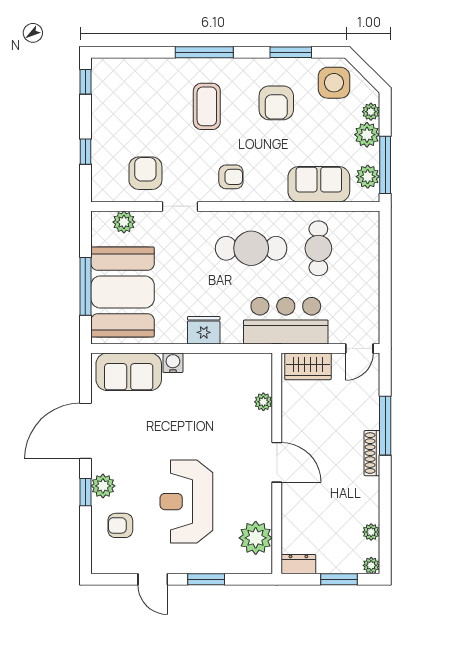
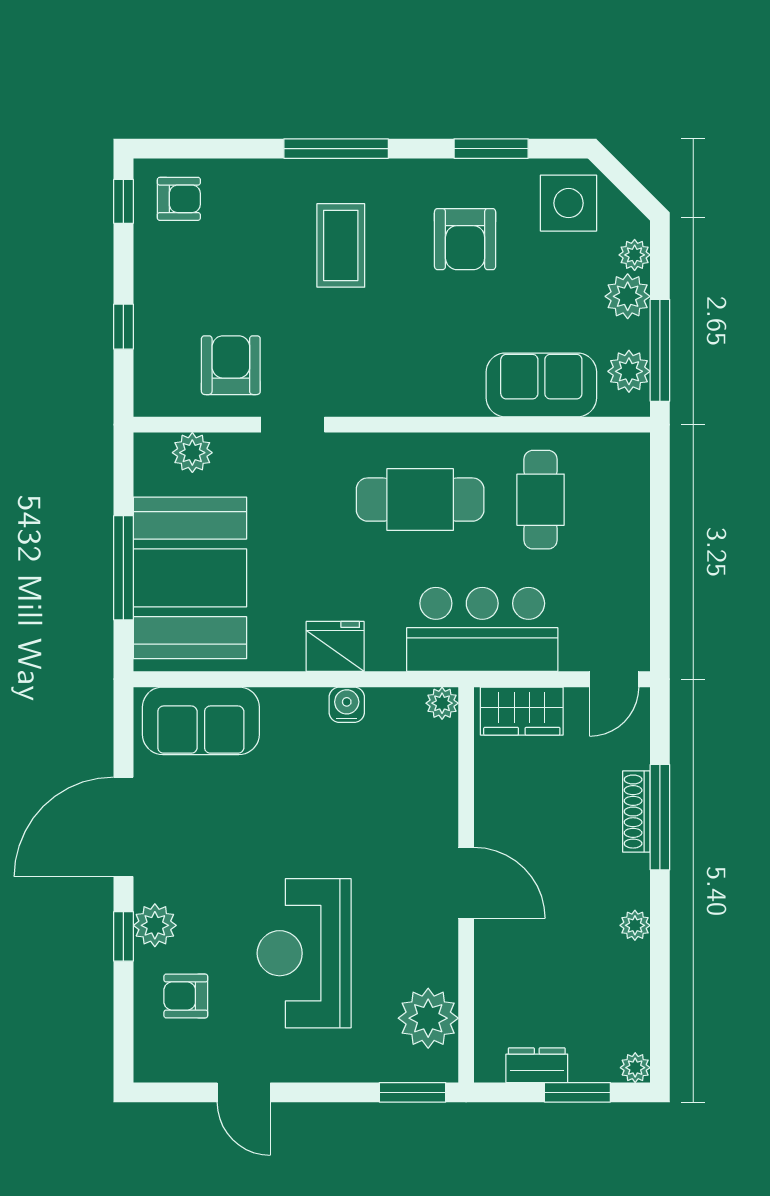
armchair: (231, 177) -> (179, 199), moved
water cooler: (173, 363) -> (347, 705), moved
plant: (263, 402) -> (442, 703), moved
shoe rack: (372, 453) -> (636, 812), moved
plant: (371, 532) -> (635, 925), moved
dresser: (298, 564) -> (537, 1065), moved
window: (206, 579) -> (412, 1092), moved

